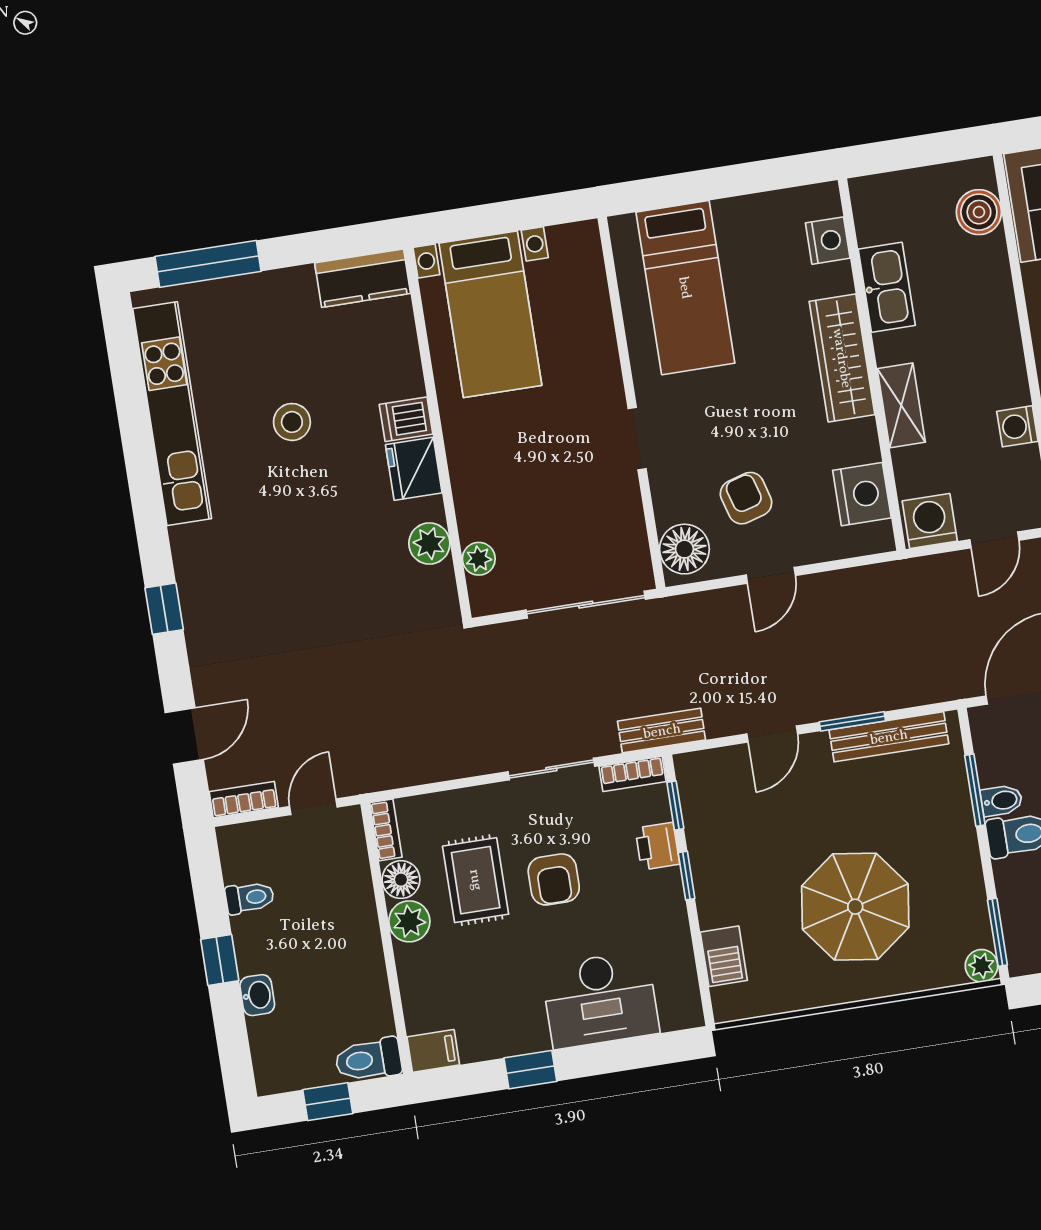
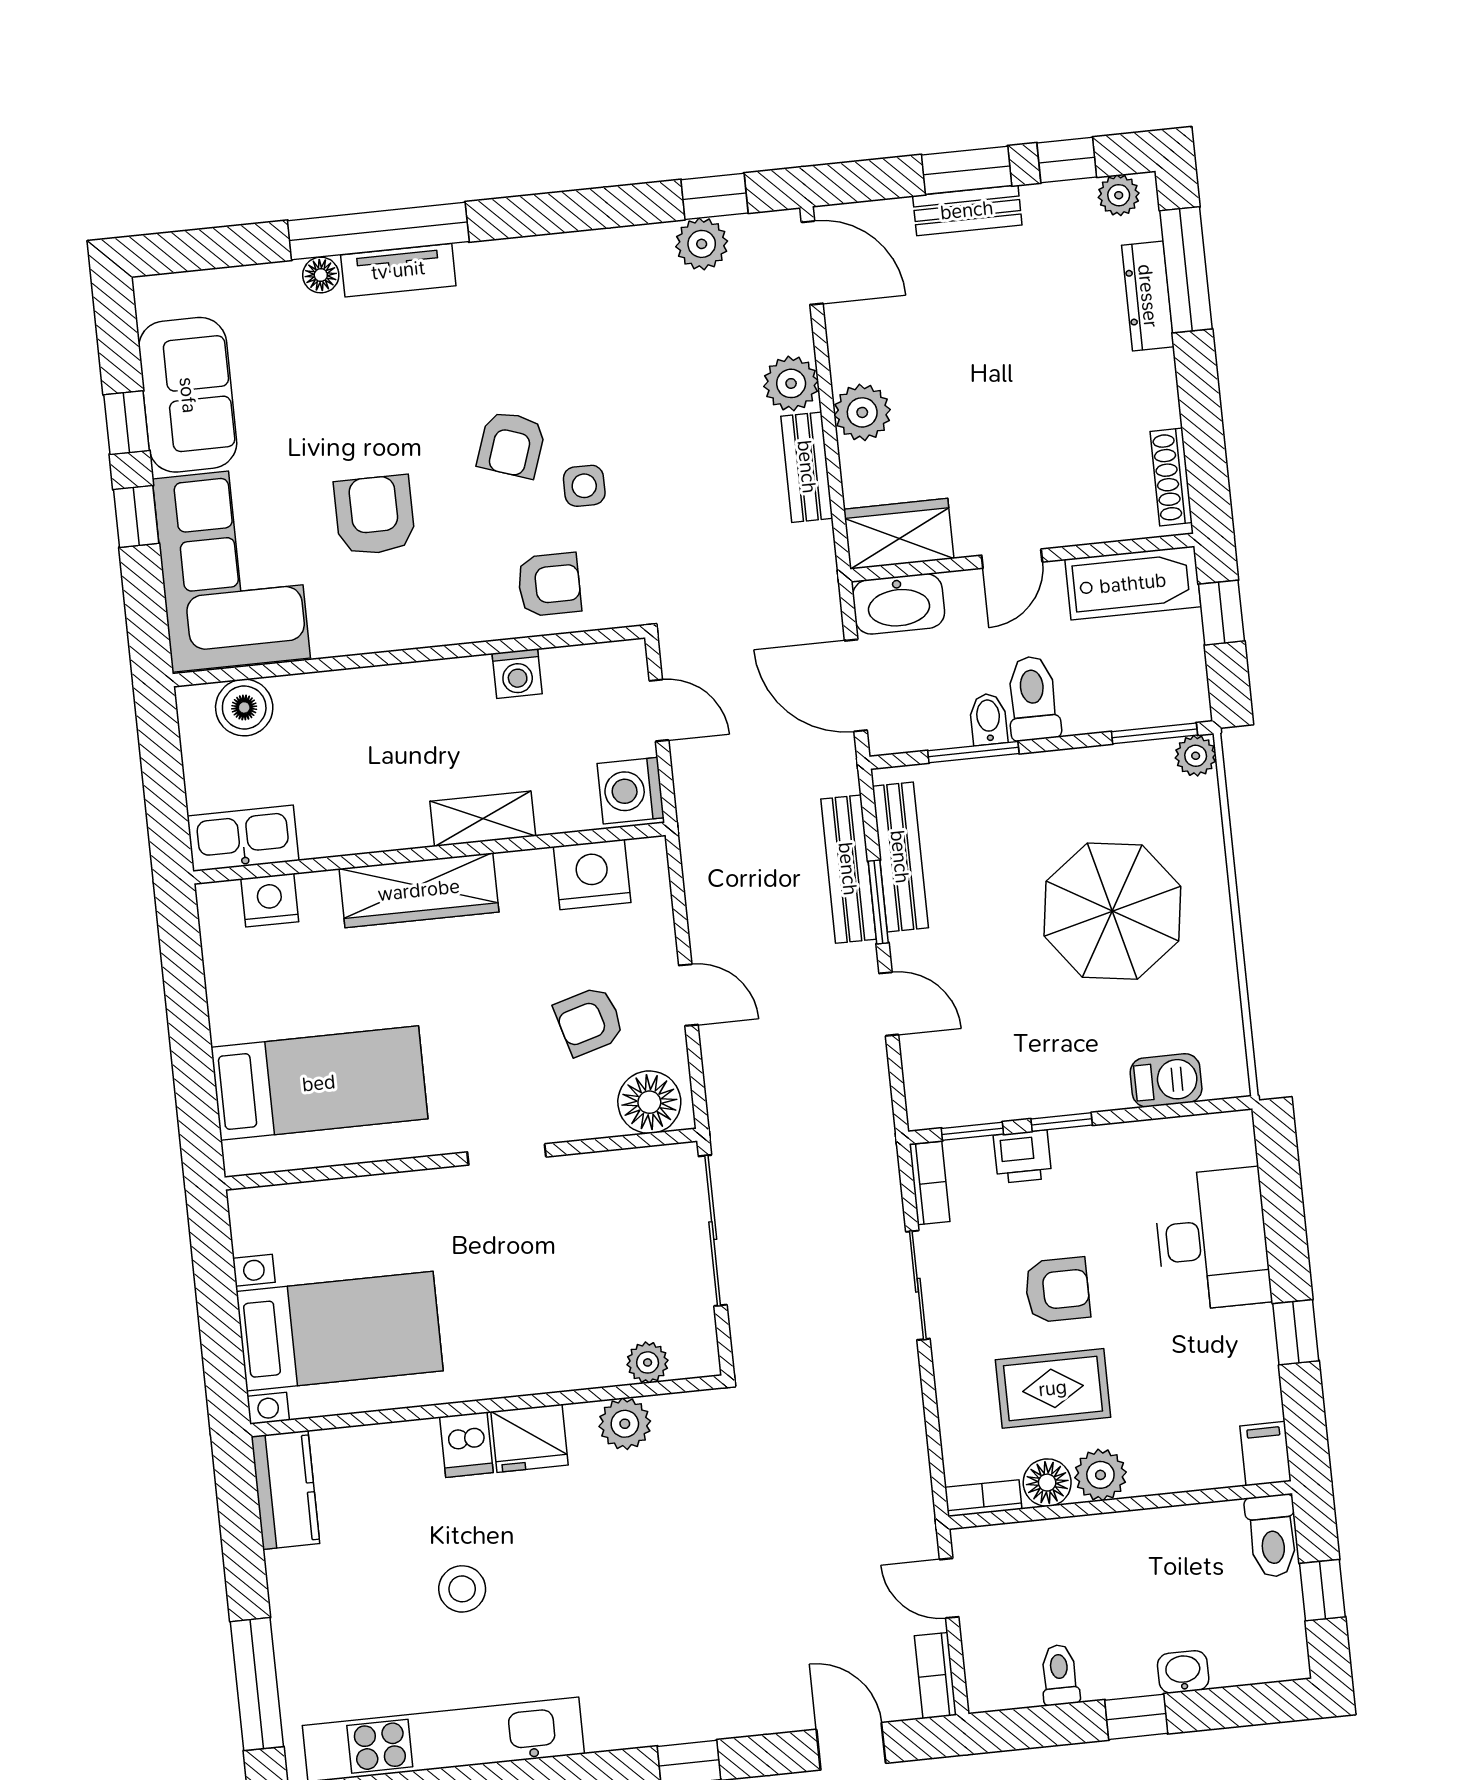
kitchen sink: (887, 287) -> (243, 838), moved
bench: (662, 731) -> (848, 869), moved, width x1.36

